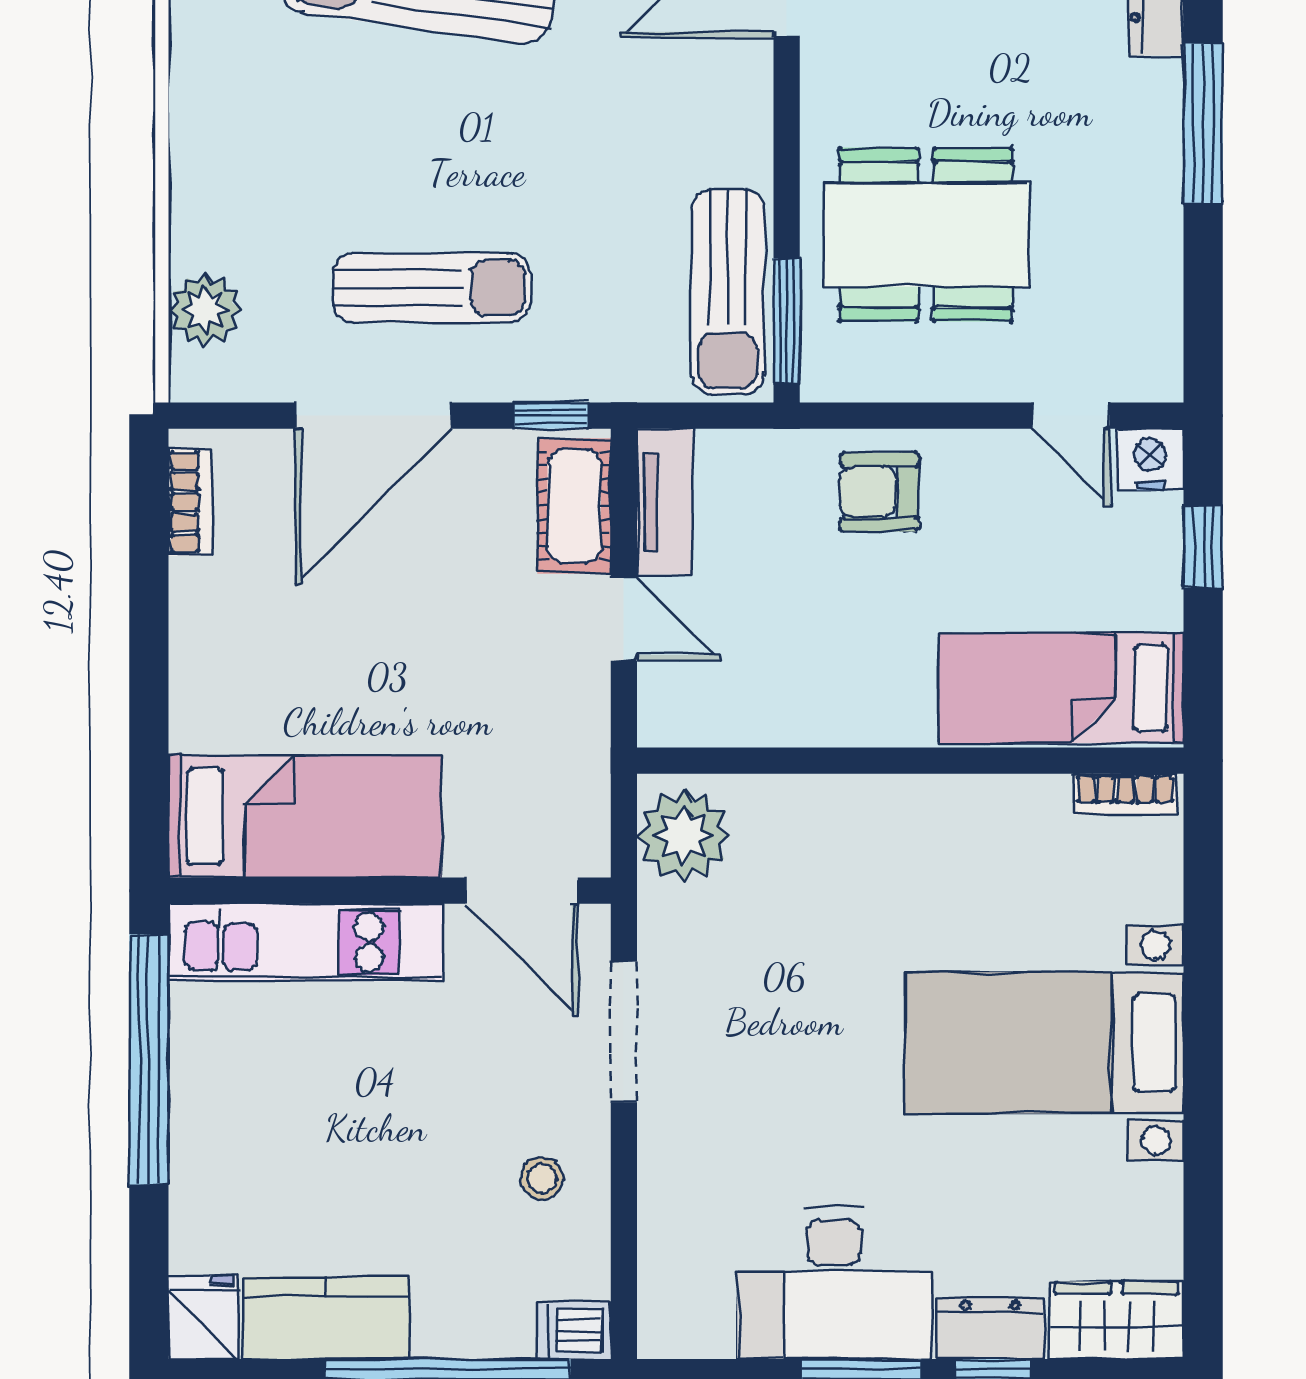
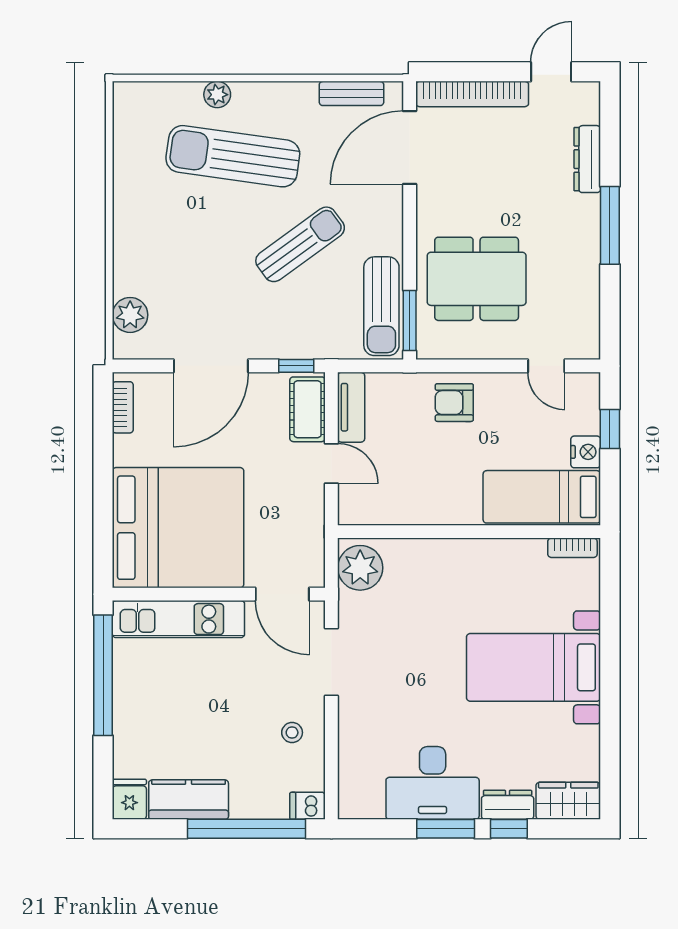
sun lounger: (432, 288) -> (300, 244), moved, turned -36
nightstand: (1150, 459) -> (586, 452), moved, turned 90
bed: (305, 816) -> (178, 528), width x2.04

